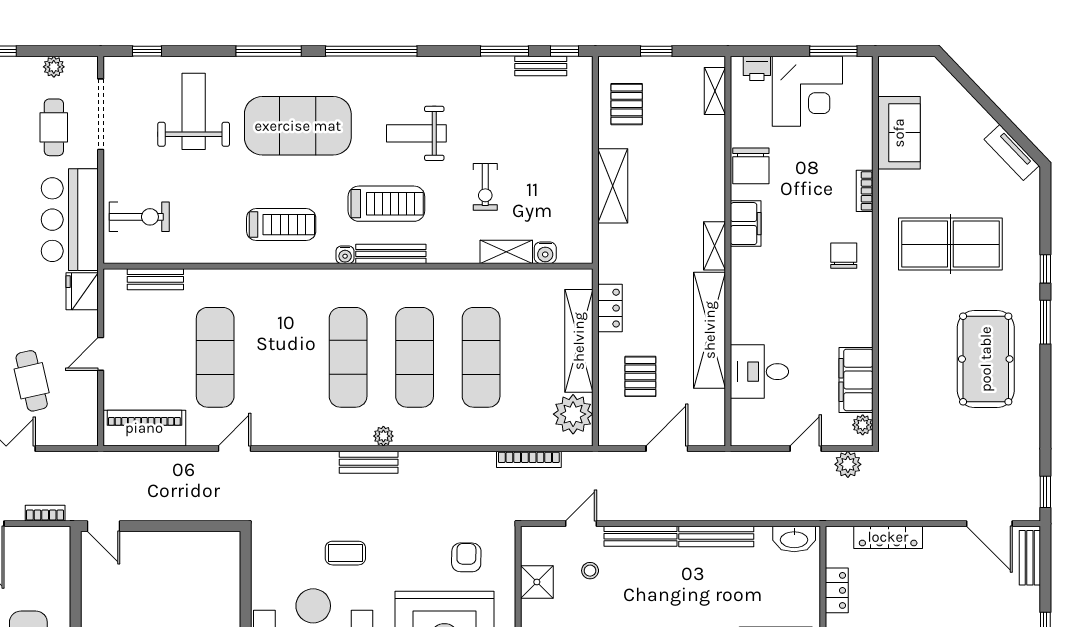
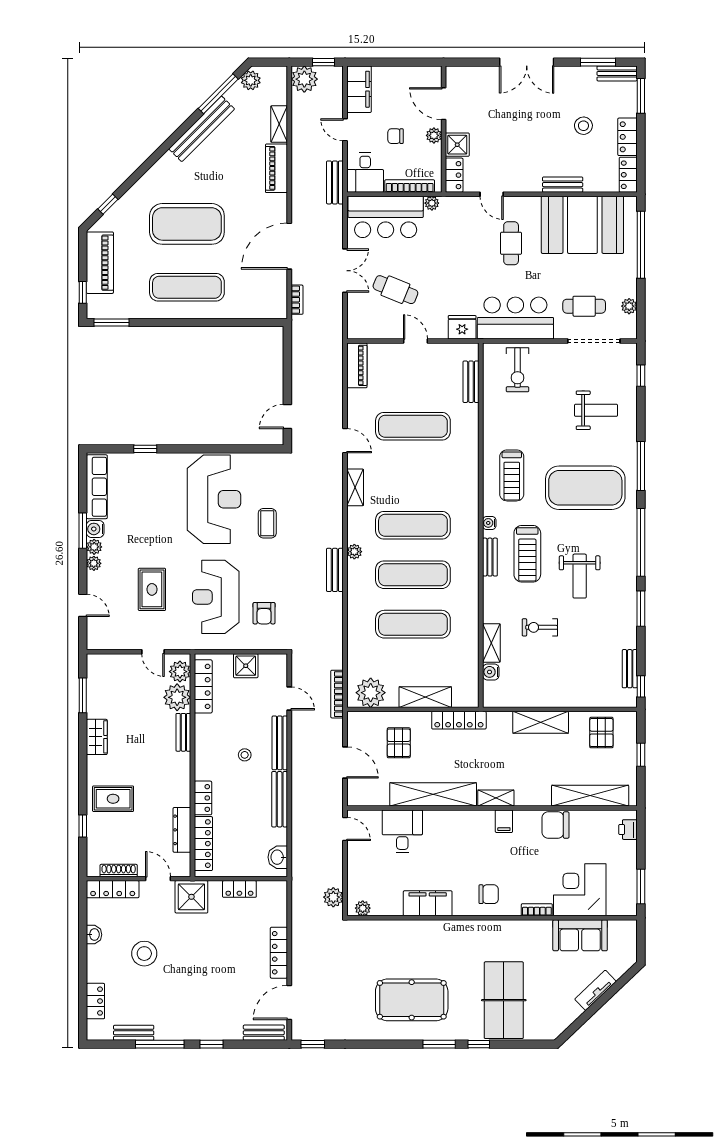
window: (504, 51) -> (641, 609), moved
shelving: (715, 91) -> (590, 796), width x2.20, depth x1.33
corner desk: (807, 91) -> (580, 890), moved, turned 90
pallet: (627, 104) -> (601, 733), turned 90
weight bench: (194, 111) -> (596, 410), width x0.73, depth x0.75
exercise mat: (298, 126) -> (585, 488), turned 90
weight bench: (416, 133) -> (580, 576), turned 180
tv unit: (1012, 153) -> (596, 990), moved
filing cabinet: (746, 224) -> (504, 821), width x0.50
table tennis table: (950, 244) -> (504, 1000), moved
bench: (391, 254) -> (490, 557), width x0.73
locker: (610, 308) -> (459, 720), width x1.53
shelving: (579, 341) -> (425, 697), width x0.68
pallet: (640, 376) -> (399, 743), turned 90
filing cabinet: (856, 380) -> (428, 903), moved
cafe table: (32, 381) -> (395, 290), turned 35
piano: (144, 428) -> (357, 365), width x0.73, depth x0.75
shelving: (297, 435) -> (355, 487), added
door: (806, 449) -> (345, 829), moved
bookcase: (529, 459) -> (337, 694), moved
bench: (369, 462) -> (335, 570), moved
door: (104, 526) -> (287, 416), moved
locker: (888, 537) -> (279, 953), moved
washbasin: (794, 539) -> (278, 857), width x0.72
armchair: (466, 557) -> (264, 613), turned 89
stool: (590, 571) -> (245, 755), moved

